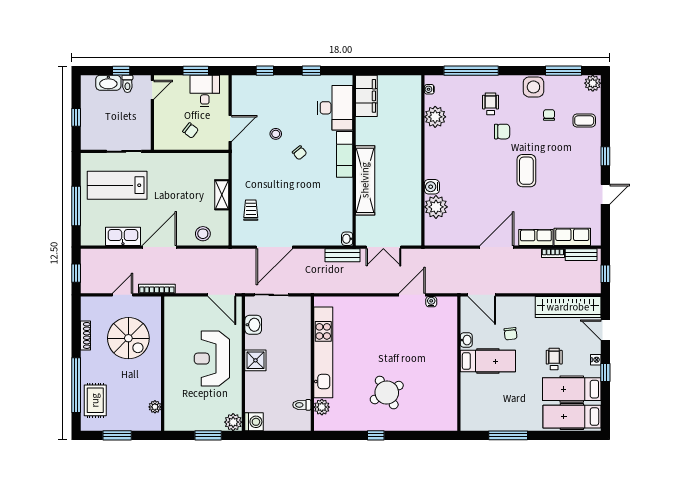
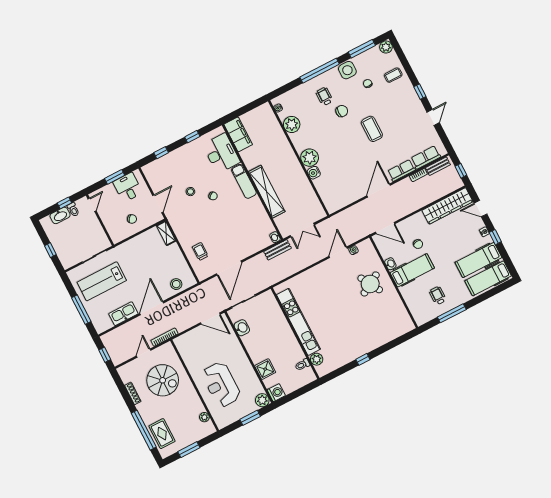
window: (471, 71) -> (320, 71), moved
shelving: (222, 195) -> (166, 233), moved
plant: (436, 207) -> (310, 158), moved
reception desk: (212, 359) -> (221, 384), moved
wheelchair: (554, 359) -> (438, 296), moved
shower: (255, 360) -> (265, 369), moved
round table: (387, 393) -> (370, 284), moved

